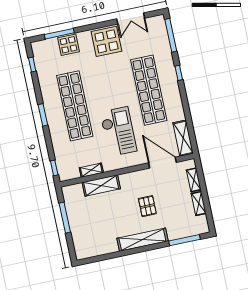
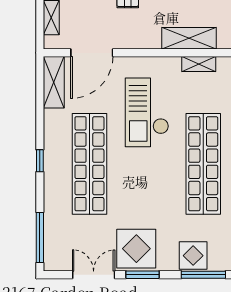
window: (99, 25) -> (143, 275), added
window: (179, 73) -> (40, 161), moved
door: (163, 163) -> (92, 53), hinge flipped

